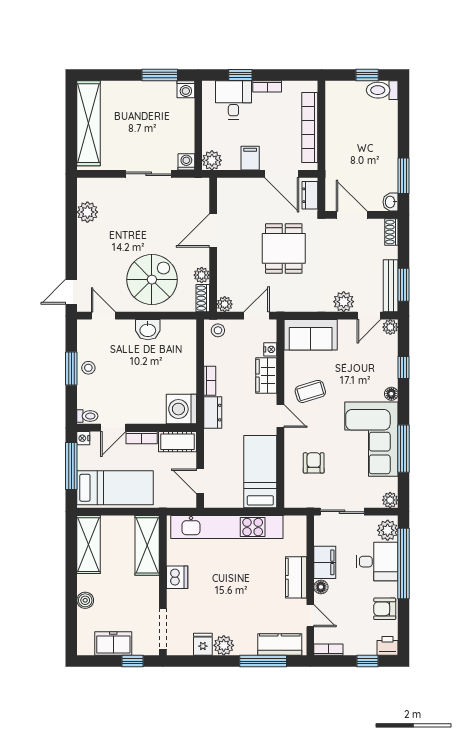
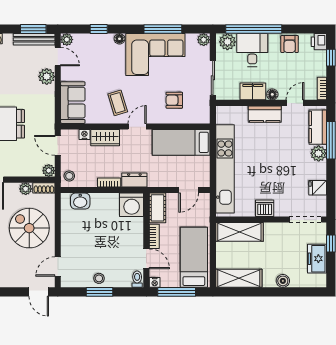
washbasin: (148, 330) -> (80, 201), moved, turned 90
plant: (224, 645) -> (319, 153), moved

